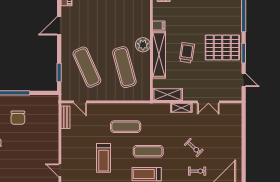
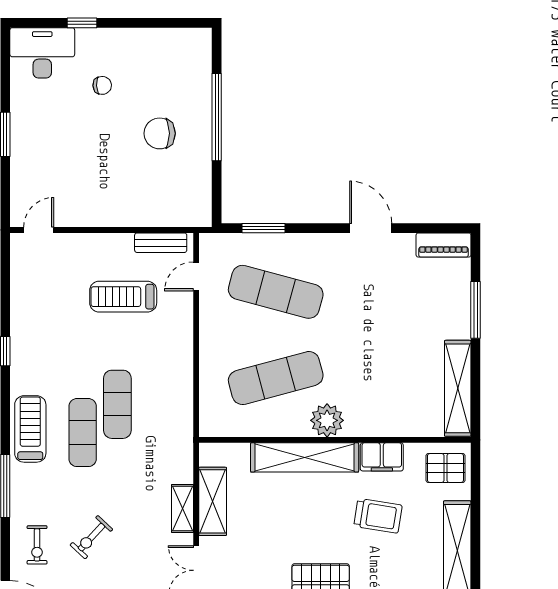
filing cabinet: (159, 26) -> (382, 457), width x2.00
trolley: (187, 53) -> (378, 516), moved
exercise mat: (87, 67) -> (276, 292), turned 39
shelving: (168, 95) -> (213, 501), moved
exercise mat: (126, 127) -> (117, 404), moved
treadmill: (103, 158) -> (123, 297), moved

